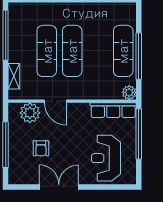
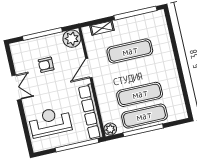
exercise mat: (72, 51) -> (140, 94), moved
row of seats: (113, 110) -> (91, 112), width x1.36
plant: (30, 113) -> (72, 39), moved
double door: (59, 187) -> (16, 87), width x0.73

